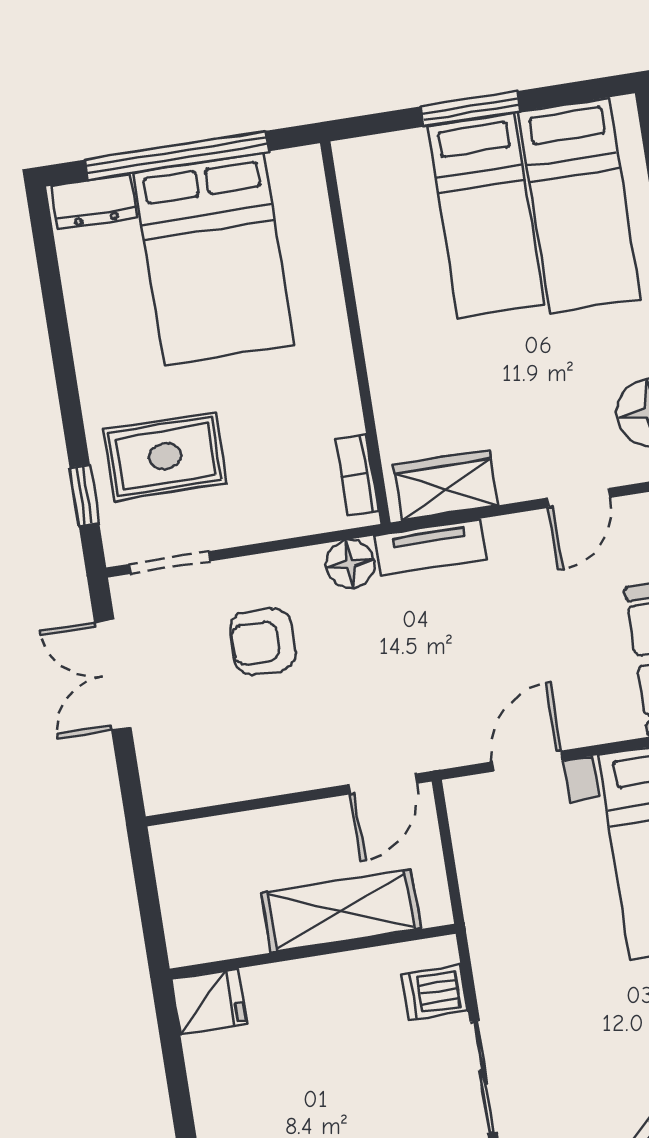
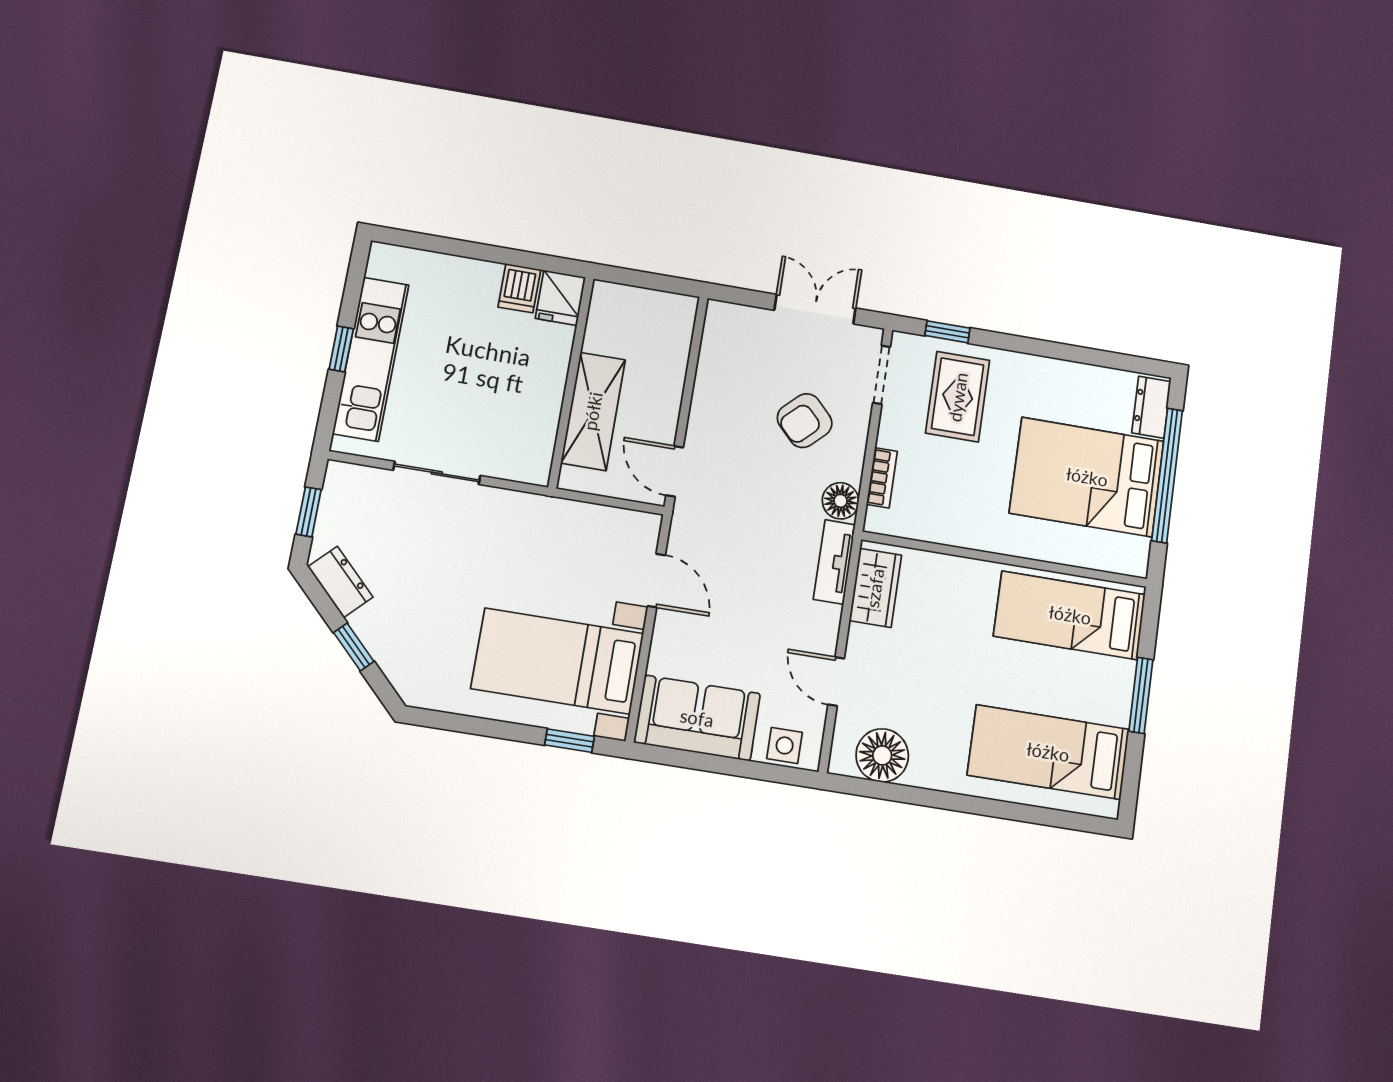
bed: (486, 215) -> (1070, 615), moved
bookcase: (357, 475) -> (882, 478), moved, turned 90
armchair: (263, 642) -> (805, 421), turned -134
dishwasher: (435, 993) -> (519, 288), moved, turned 180

